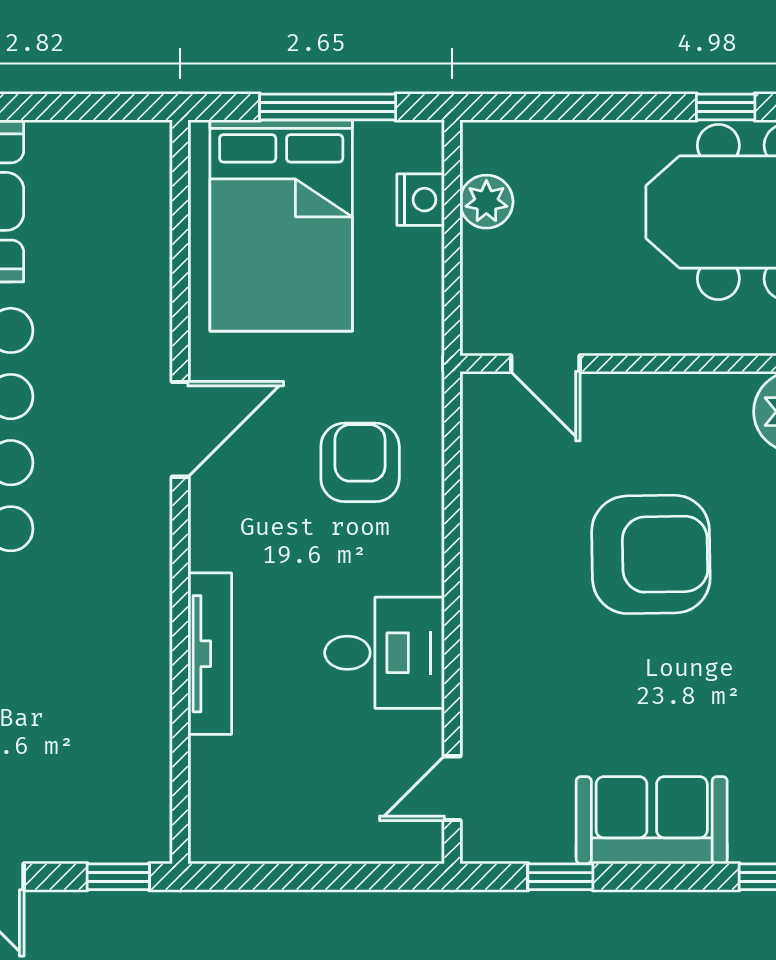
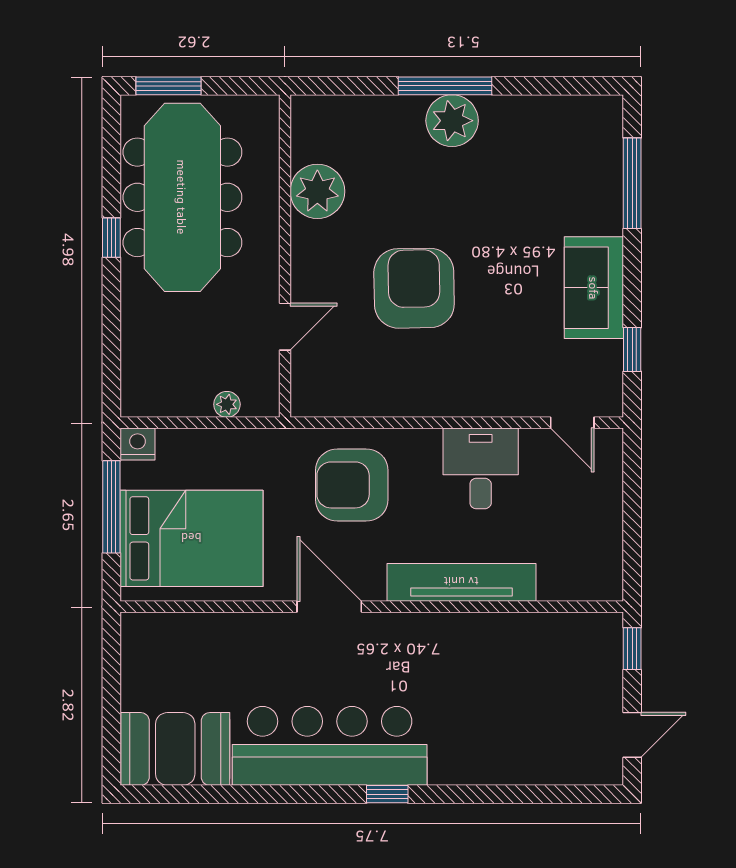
nightstand: (421, 200) -> (138, 444), moved
plant: (486, 202) -> (227, 404), moved, width x0.73, depth x0.73
door: (545, 364) -> (285, 327), moved
armchair: (360, 462) -> (352, 485), width x1.36, depth x1.36
tv unit: (210, 654) -> (461, 582), width x1.36, depth x1.29

